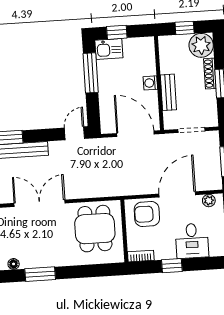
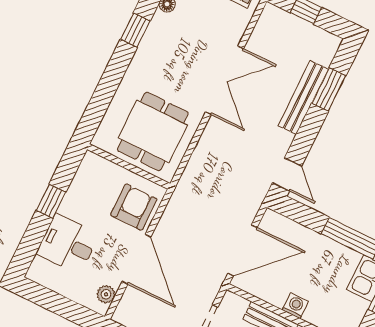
dining table: (95, 229) -> (153, 131), turned 90
bookcase: (141, 256) -> (85, 169), removed
window: (40, 274) -> (135, 30), width x0.67

